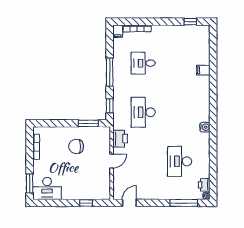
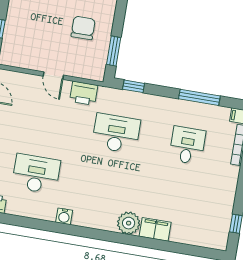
filing cabinet: (203, 70) -> (155, 229), width x2.00
window: (110, 72) -> (199, 97), moved
plant: (202, 94) -> (129, 223), added
water cooler: (205, 127) -> (64, 216), moved

